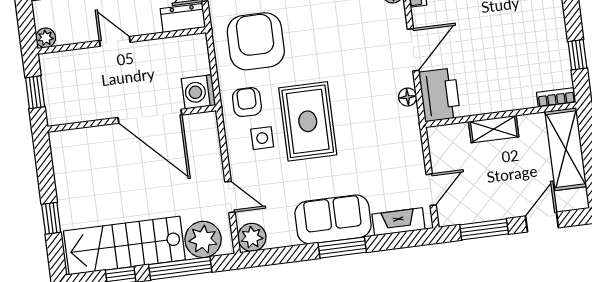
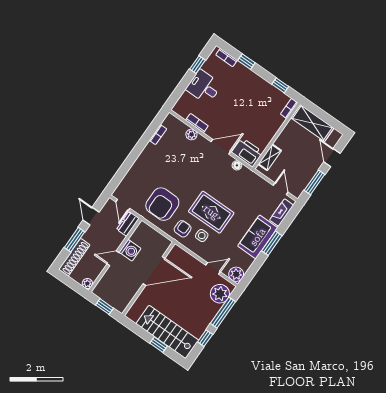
armchair: (256, 41) -> (162, 204), turned -90
door: (413, 50) -> (221, 147), hinge flipped
washing machine: (198, 92) -> (130, 250), moved, turned -90
armchair: (247, 102) -> (183, 229), turned 90
shelving: (494, 129) -> (270, 157), moved
stairs: (124, 245) -> (167, 332), moved, turned 90

